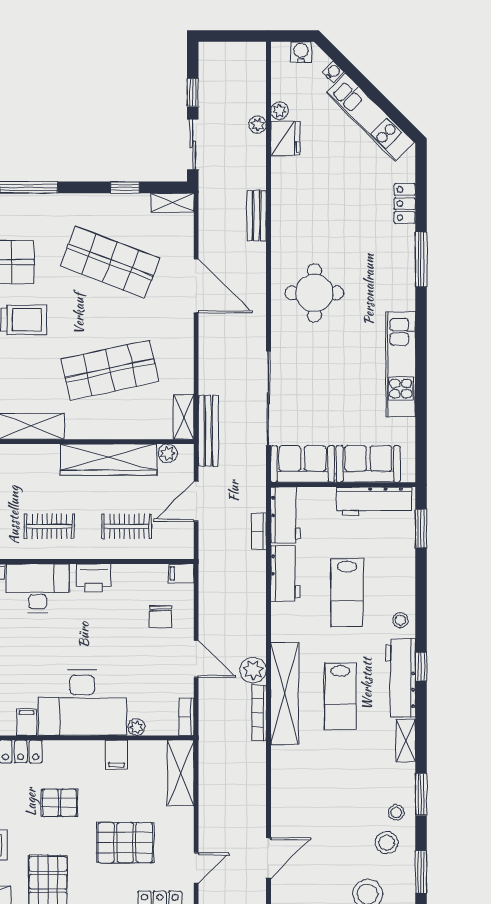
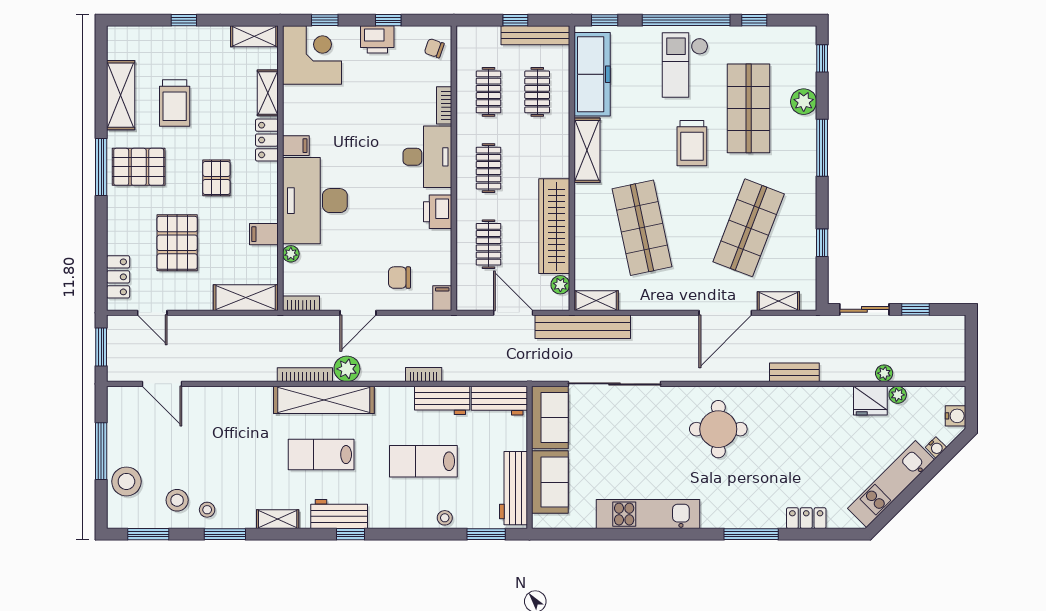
shelving: (173, 203) -> (778, 301), moved, turned 90
bench: (208, 431) -> (583, 327), width x1.37, depth x1.21
bookcase: (259, 531) -> (424, 375), moved
stool: (400, 620) -> (445, 518), moved
workbench: (401, 678) -> (339, 514), width x0.73

